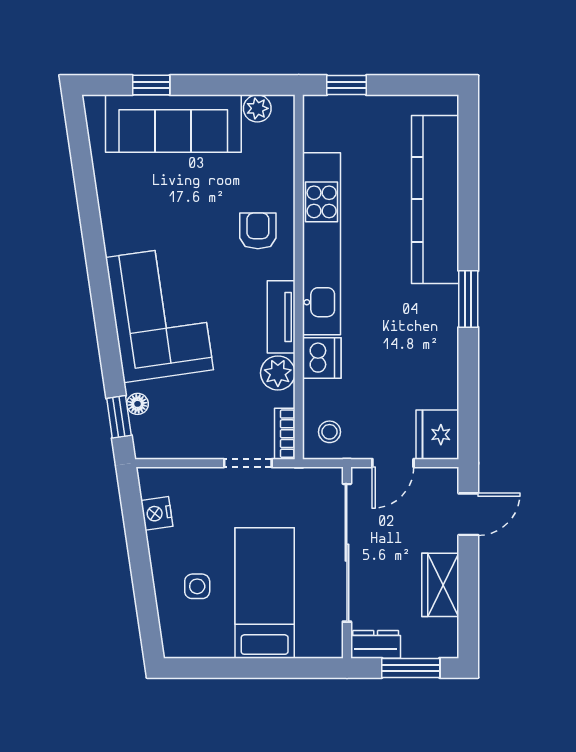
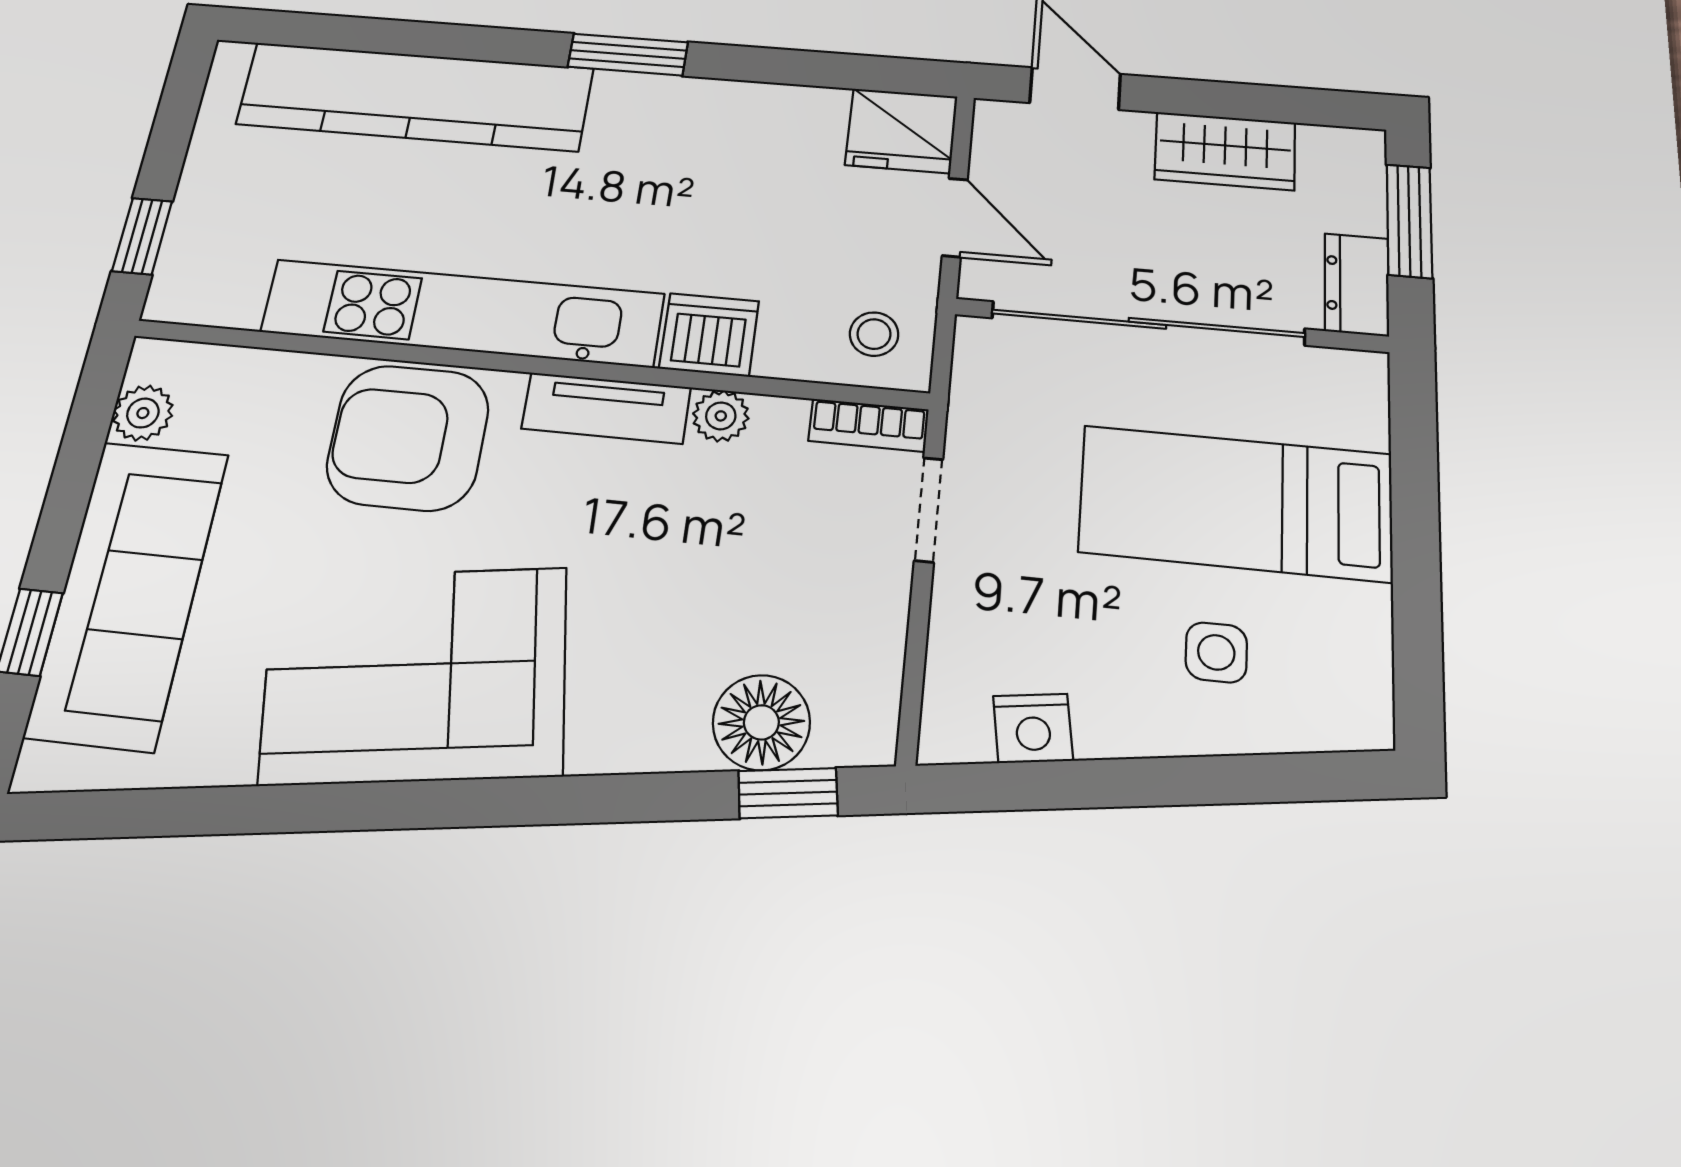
armchair: (258, 231) -> (408, 437), width x1.88, depth x1.88
corner sofa: (159, 314) -> (415, 675), moved
plant: (278, 373) -> (721, 416), width x0.73, depth x0.73
floor lamp: (138, 404) -> (761, 722), width x1.89, depth x1.89

